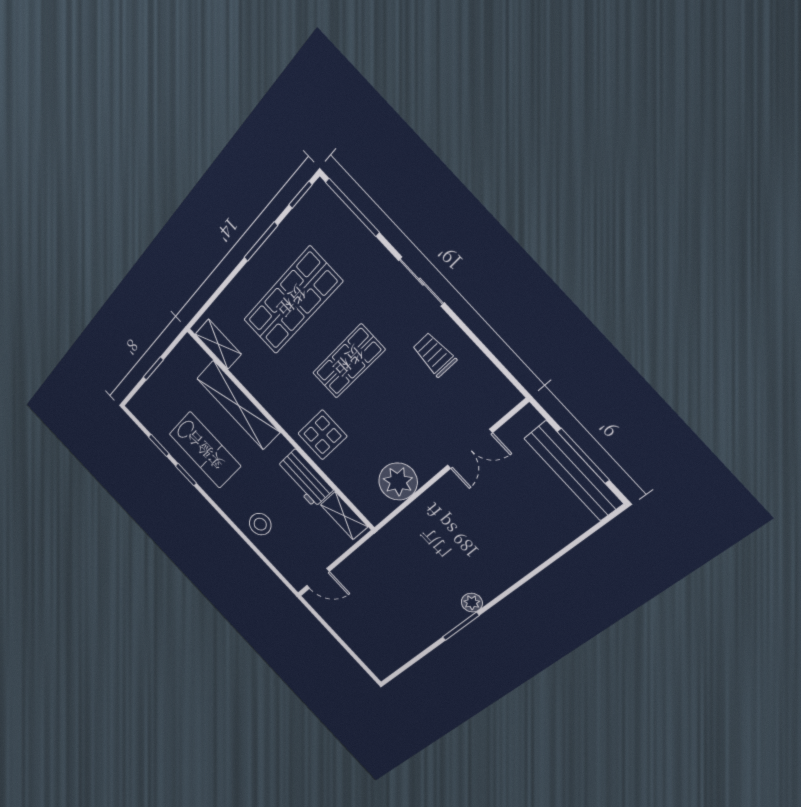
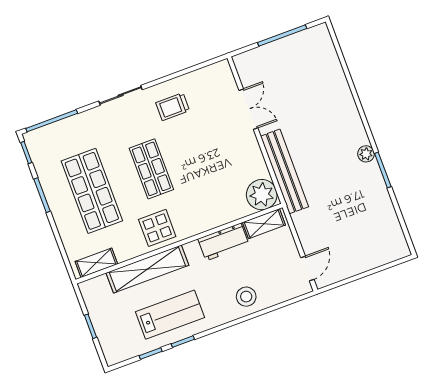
display table: (322, 435) -> (157, 228), moved
bench: (574, 471) -> (285, 171), moved, turned 90
plant: (398, 482) -> (262, 195), moved

